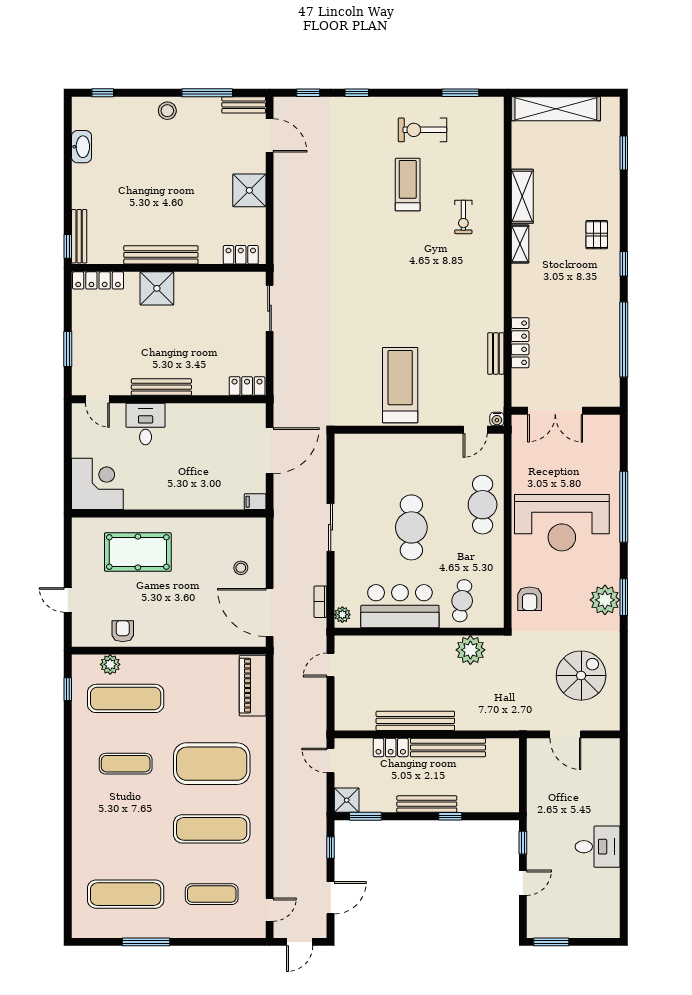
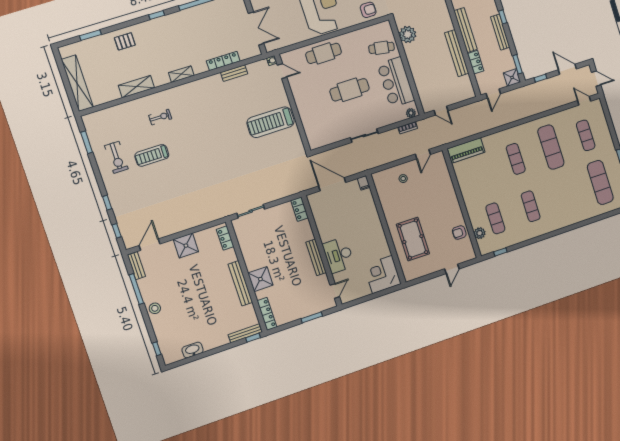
pallet: (597, 235) -> (125, 41), moved
shelving: (520, 244) -> (181, 74), moved
desk: (146, 424) -> (339, 255), width x1.37
door: (270, 613) -> (423, 154), width x0.53
exercise mat: (126, 698) -> (495, 218), width x0.73, depth x0.69
exercise mat: (212, 764) -> (516, 159), width x0.50, depth x0.69

